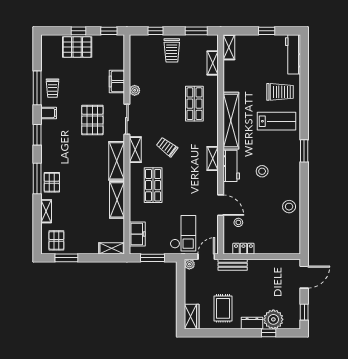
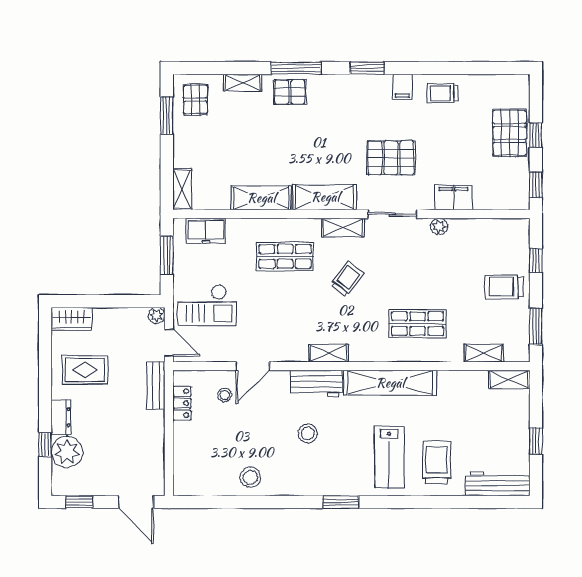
window: (37, 88) -> (443, 68), removed
trolley: (280, 92) -> (437, 463), turned 180
pallet: (56, 240) -> (195, 100), turned 90

